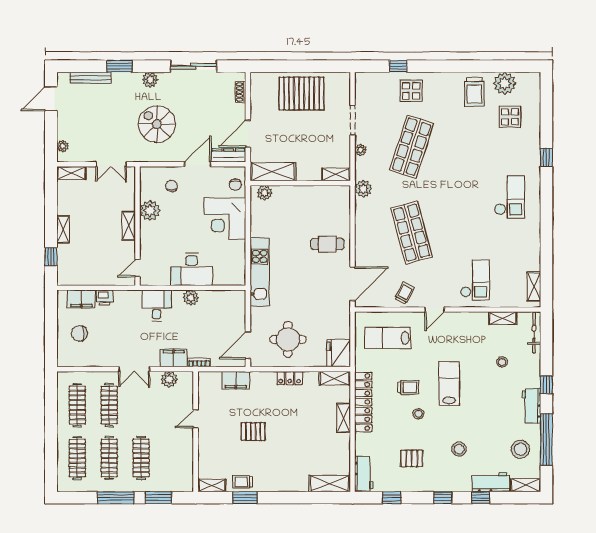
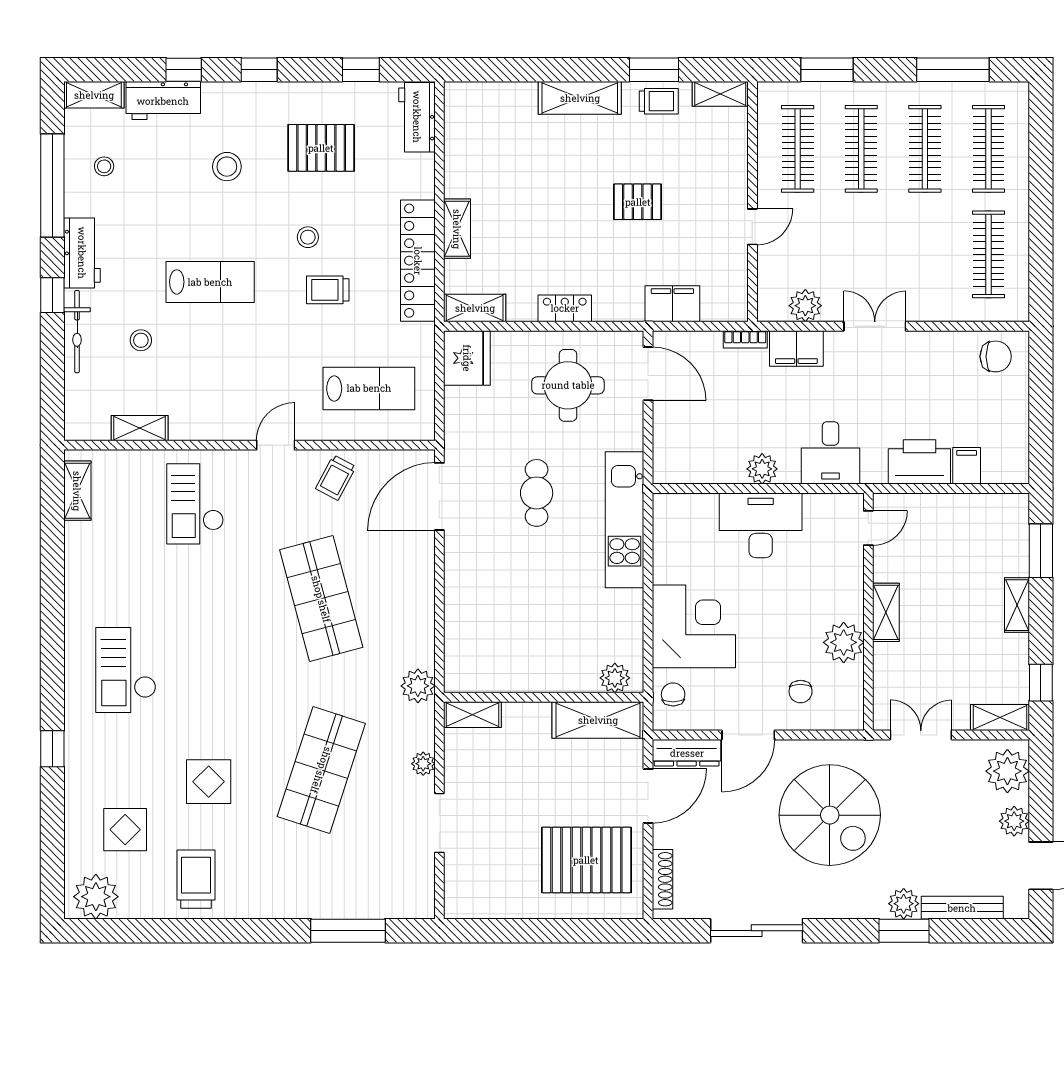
window: (398, 66) -> (348, 931), width x2.17
plant: (150, 80) -> (904, 904), moved
plant: (505, 83) -> (96, 897), moved
display table: (411, 91) -> (209, 782), moved
shoe rack: (241, 92) -> (663, 879), width x1.43
pallet: (302, 93) -> (586, 860), moved
plant: (64, 121) -> (1014, 821), added
spiral stairs: (157, 124) -> (830, 815), width x1.37, depth x1.37
plant: (63, 146) -> (1007, 771), width x1.87, depth x1.87
window: (51, 190) -> (1041, 683), added
cafe table: (327, 244) -> (537, 493), moved, turned 90
window: (51, 257) -> (1041, 551), width x1.50
printer: (105, 297) -> (919, 462), width x1.87, depth x1.48
filing cabinet: (81, 299) -> (967, 466), width x0.50
bicycle: (534, 332) -> (77, 332), moved
chair: (79, 333) -> (996, 356), moved
door: (248, 345) -> (648, 374), hinge flipped
lab bench: (449, 384) -> (210, 282), moved, turned -90
clothes rail: (109, 405) -> (798, 149), moved
stool: (520, 449) -> (104, 166), width x0.53, depth x0.53
pallet: (412, 458) -> (321, 148), width x1.50, depth x1.42
shelving: (330, 484) -> (580, 98), moved
window: (116, 498) -> (953, 70), moved

